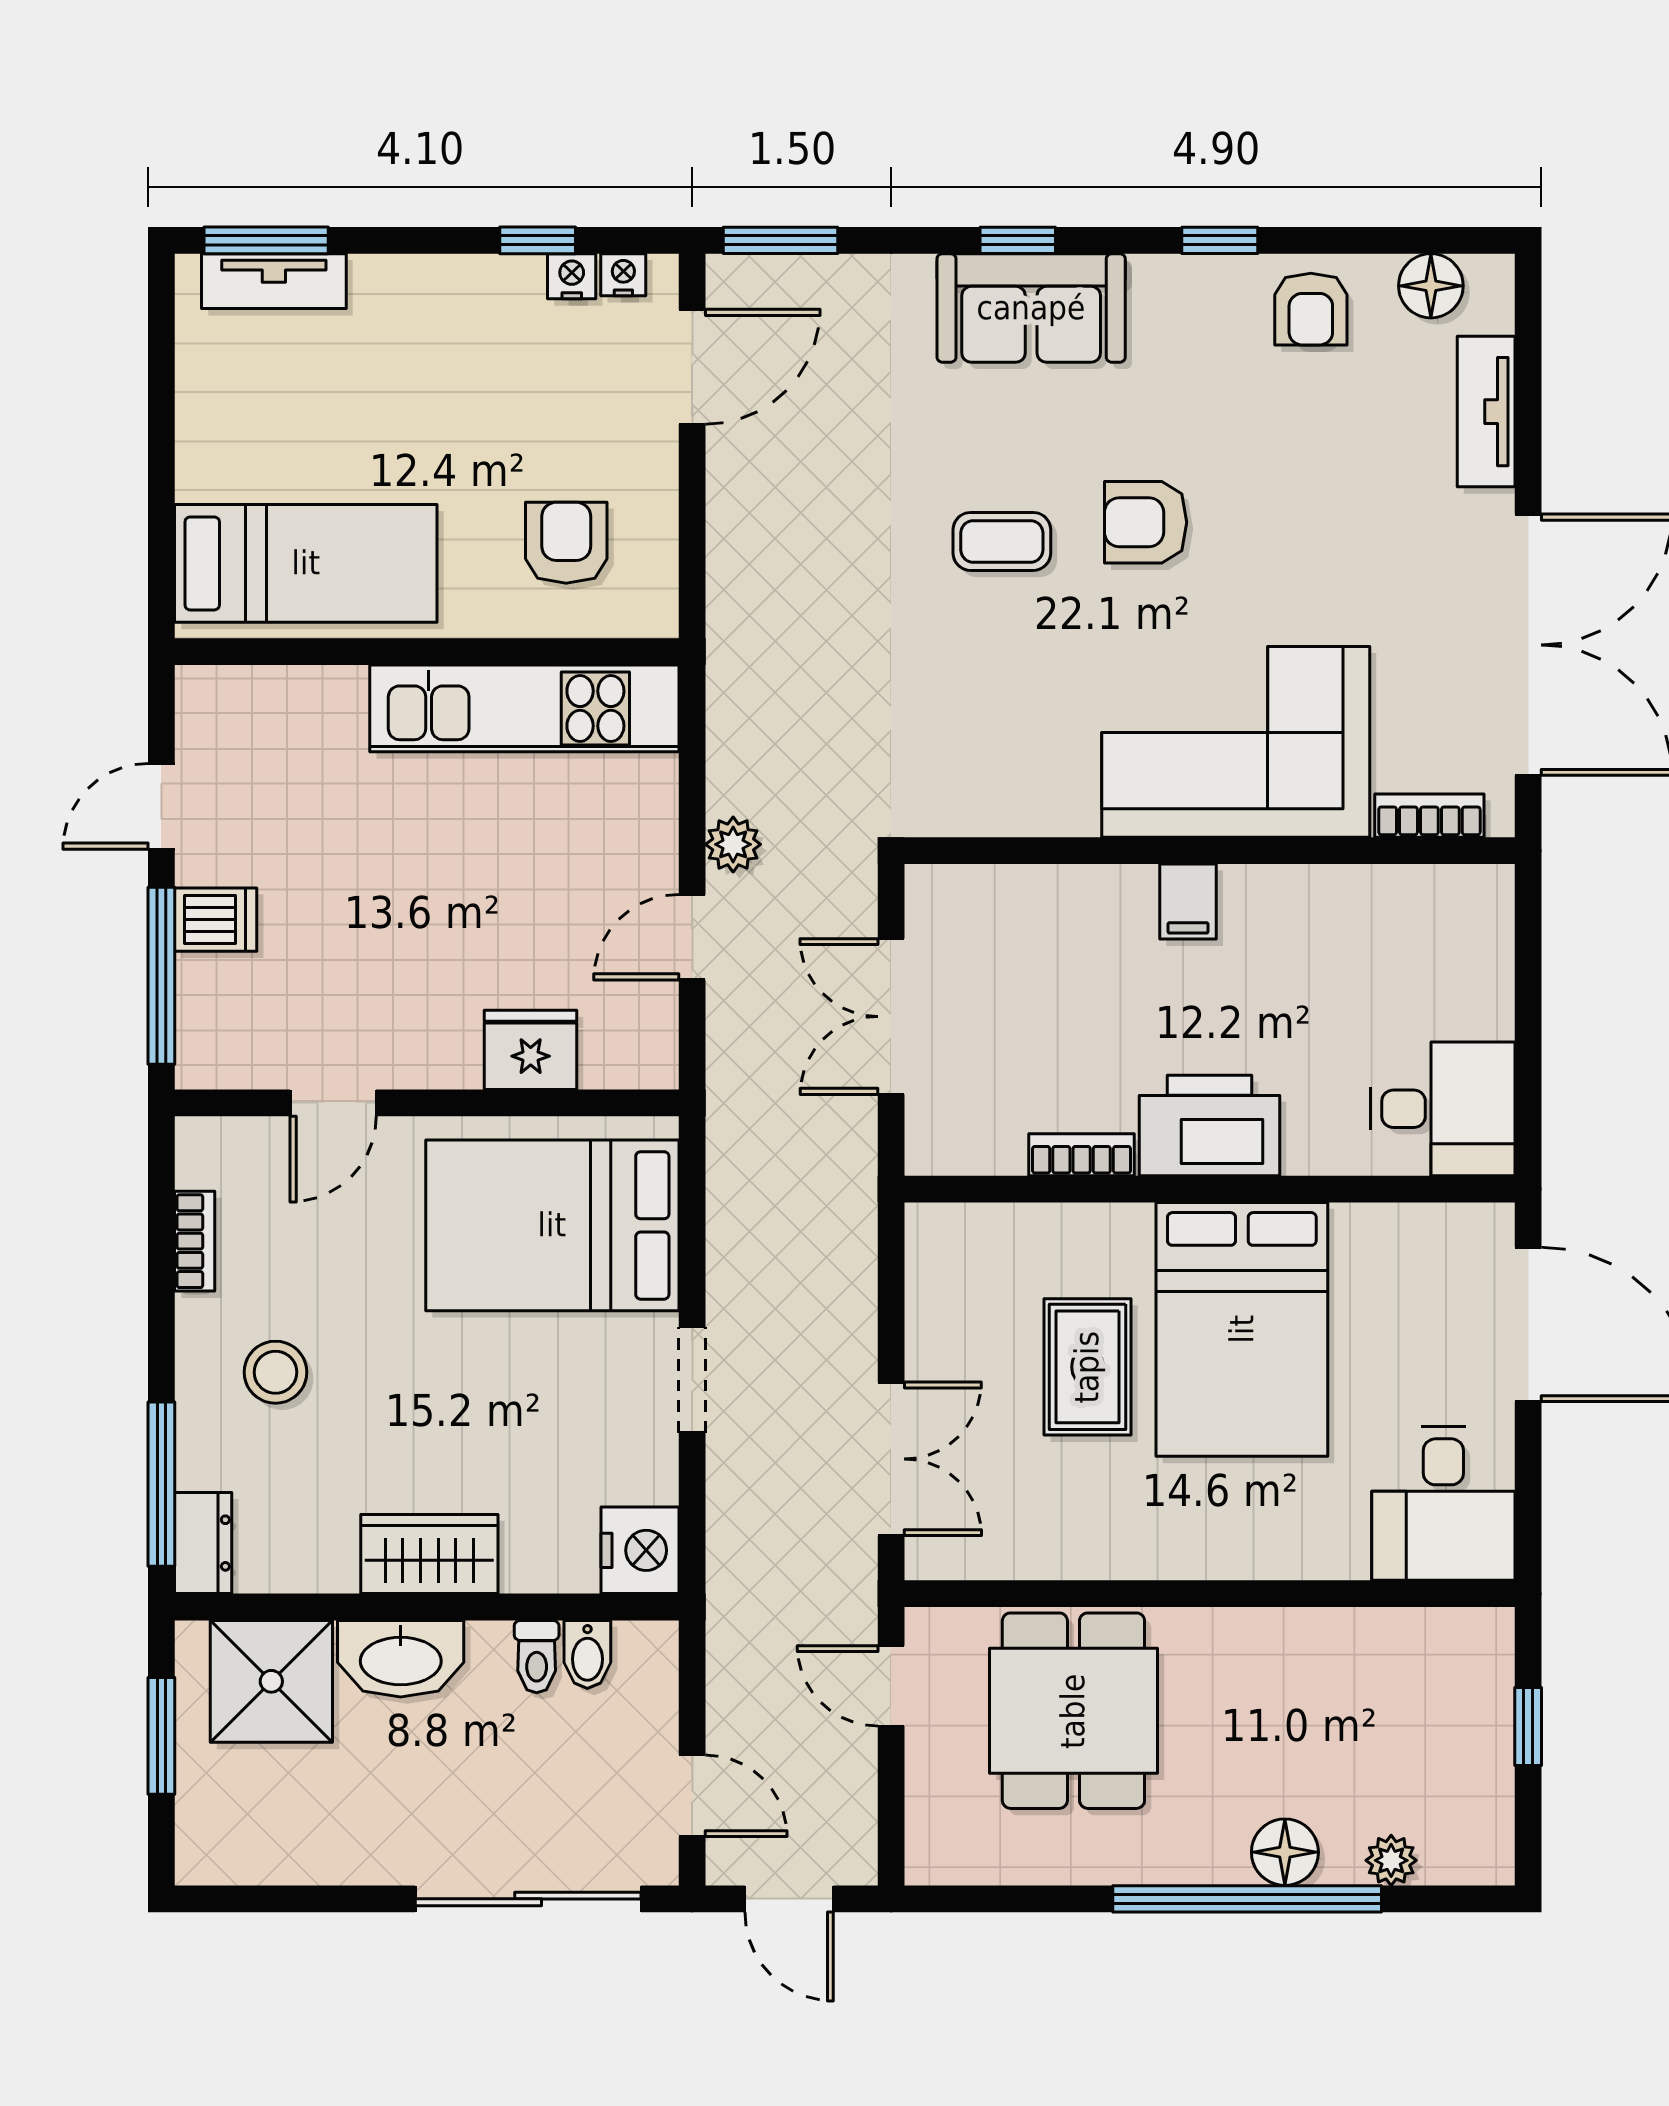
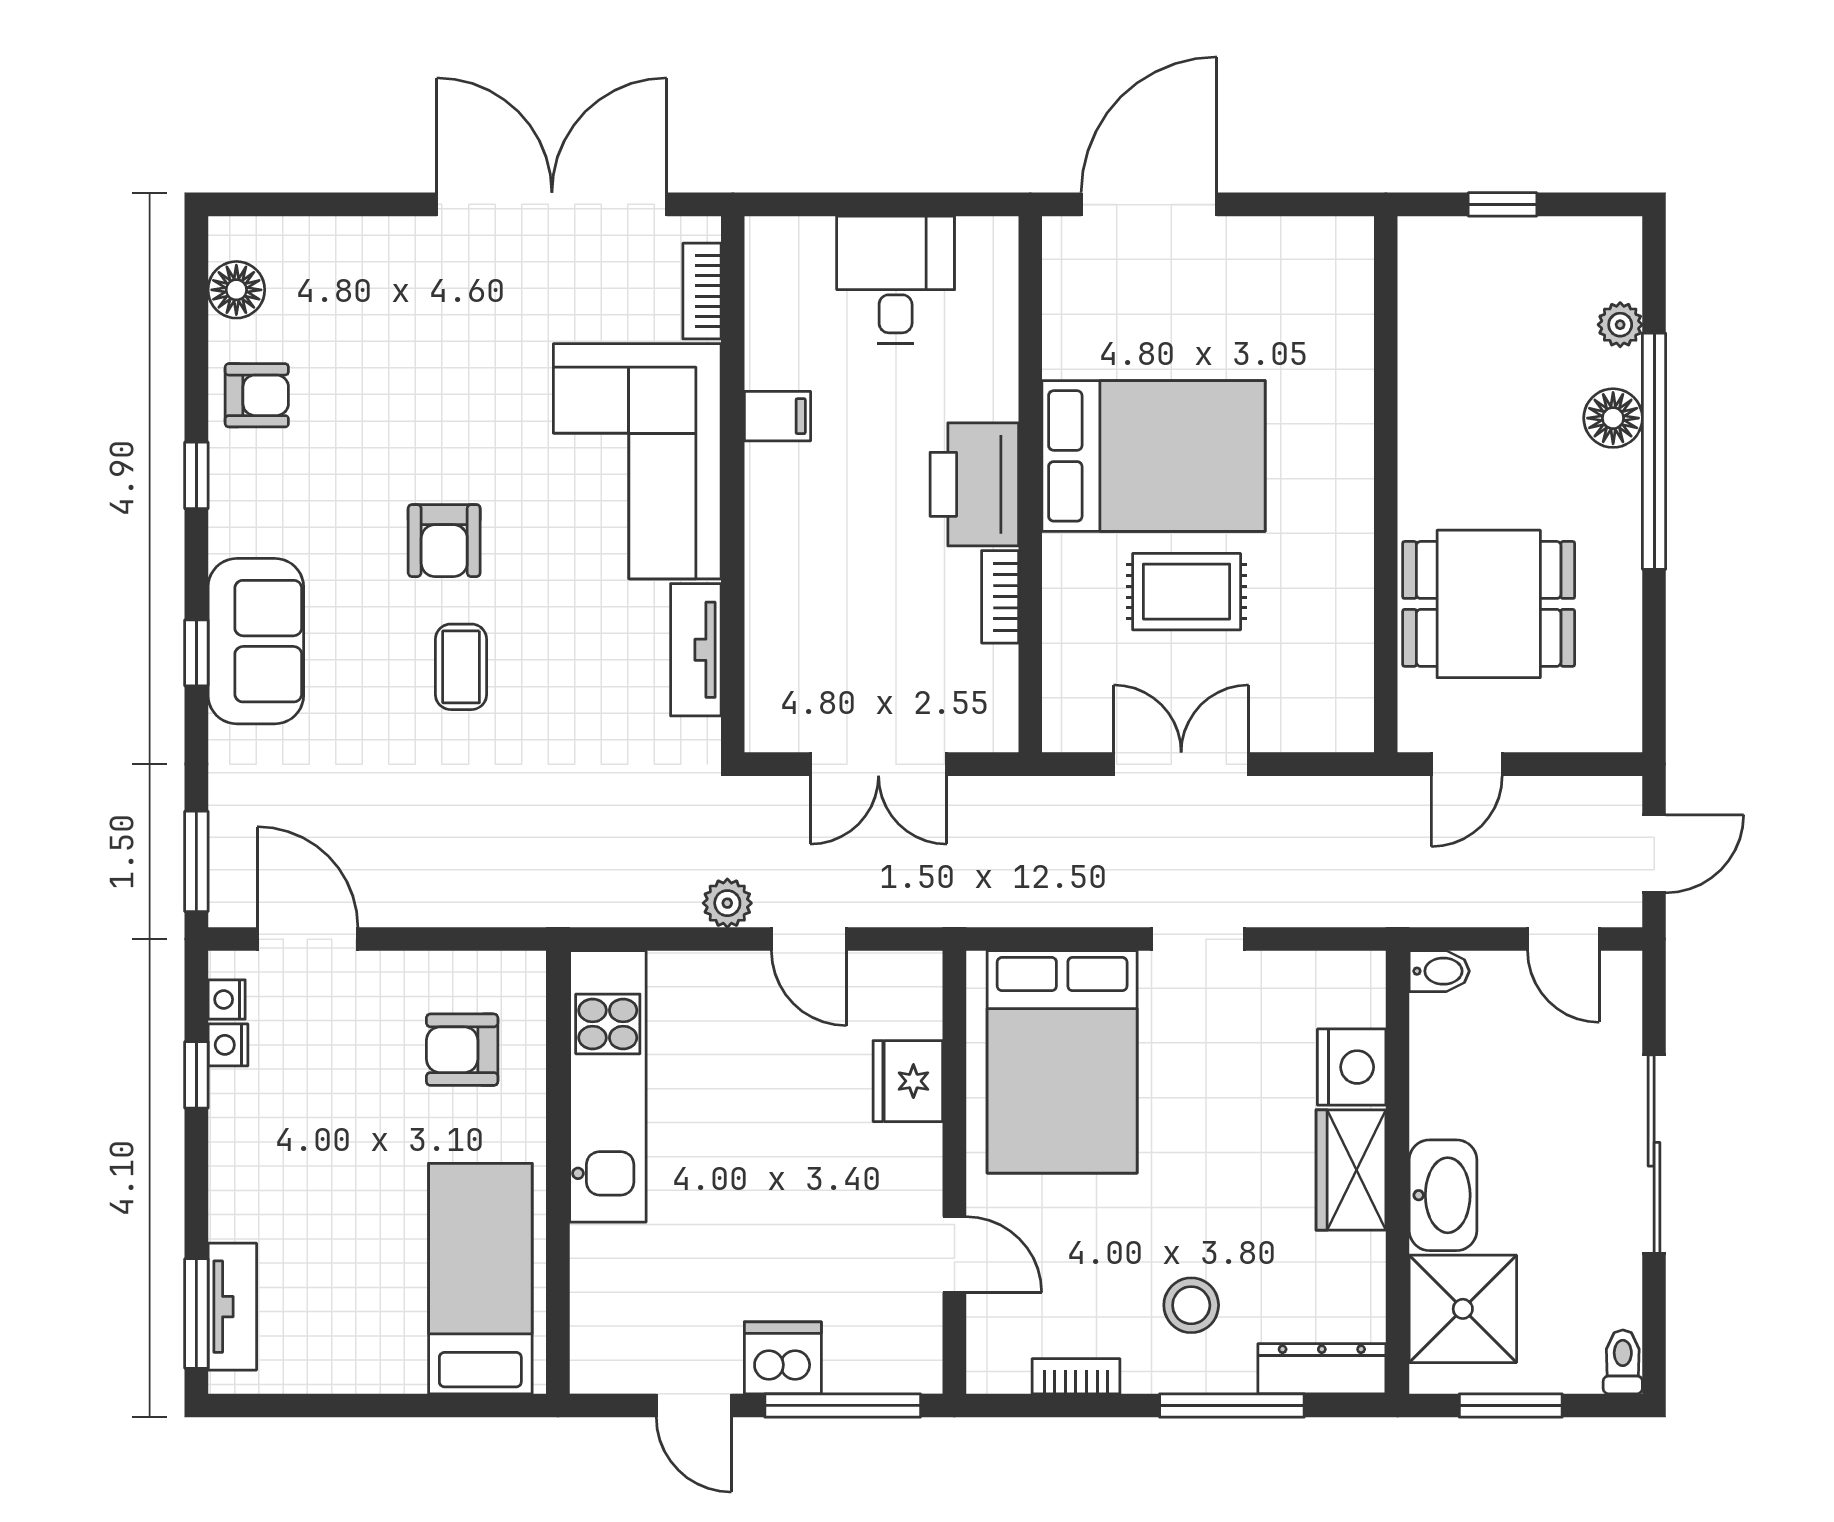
tv unit: (1486, 412) -> (696, 650), moved, turned 90
filing cabinet: (1188, 902) -> (778, 416), moved
dishwasher: (216, 920) -> (783, 1358), width x1.38
desk: (1443, 1109) -> (896, 280), moved
double door: (891, 1459) -> (1181, 764), moved
window: (161, 1484) -> (1232, 1405), moved
desk: (1443, 1503) -> (1306, 279), removed
dresser: (203, 1543) -> (1322, 1369), width x1.44
nightstand: (640, 1550) -> (1352, 1067), moved, turned 90
bidet: (587, 1654) -> (1439, 971), moved
toilet: (537, 1657) -> (1623, 1362), moved, turned -90
door: (692, 1796) -> (1563, 939), swing flipped
sliding door: (528, 1899) -> (1654, 1154), moved

